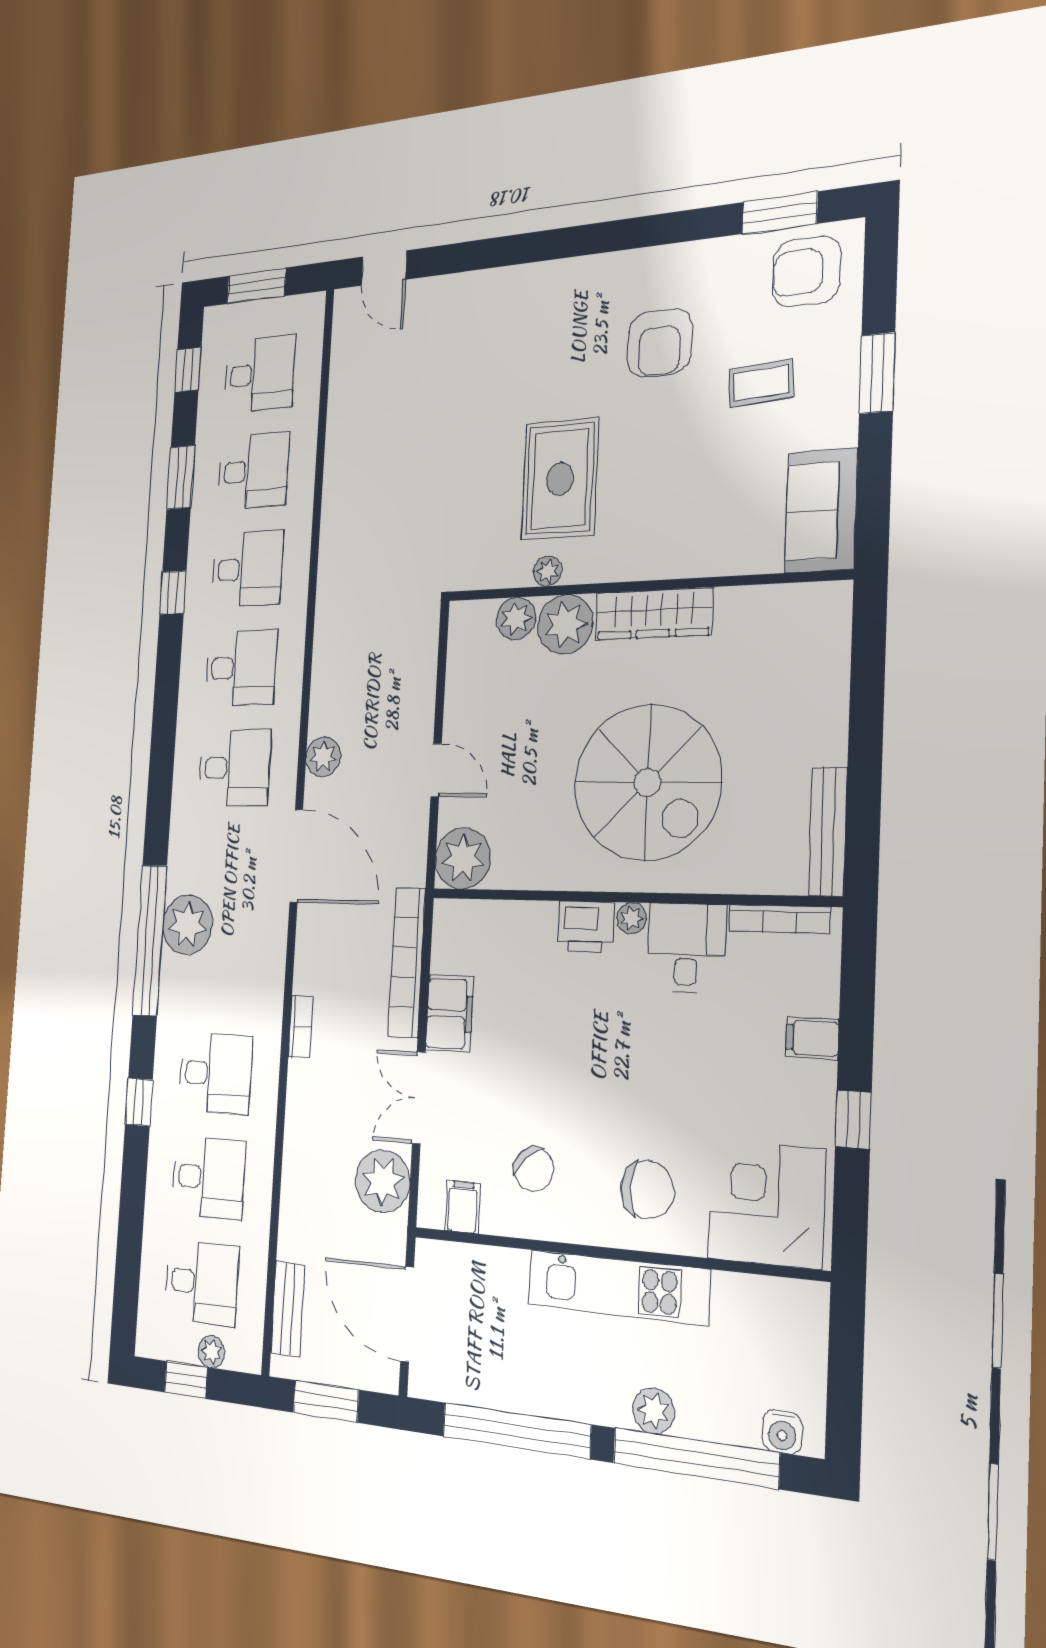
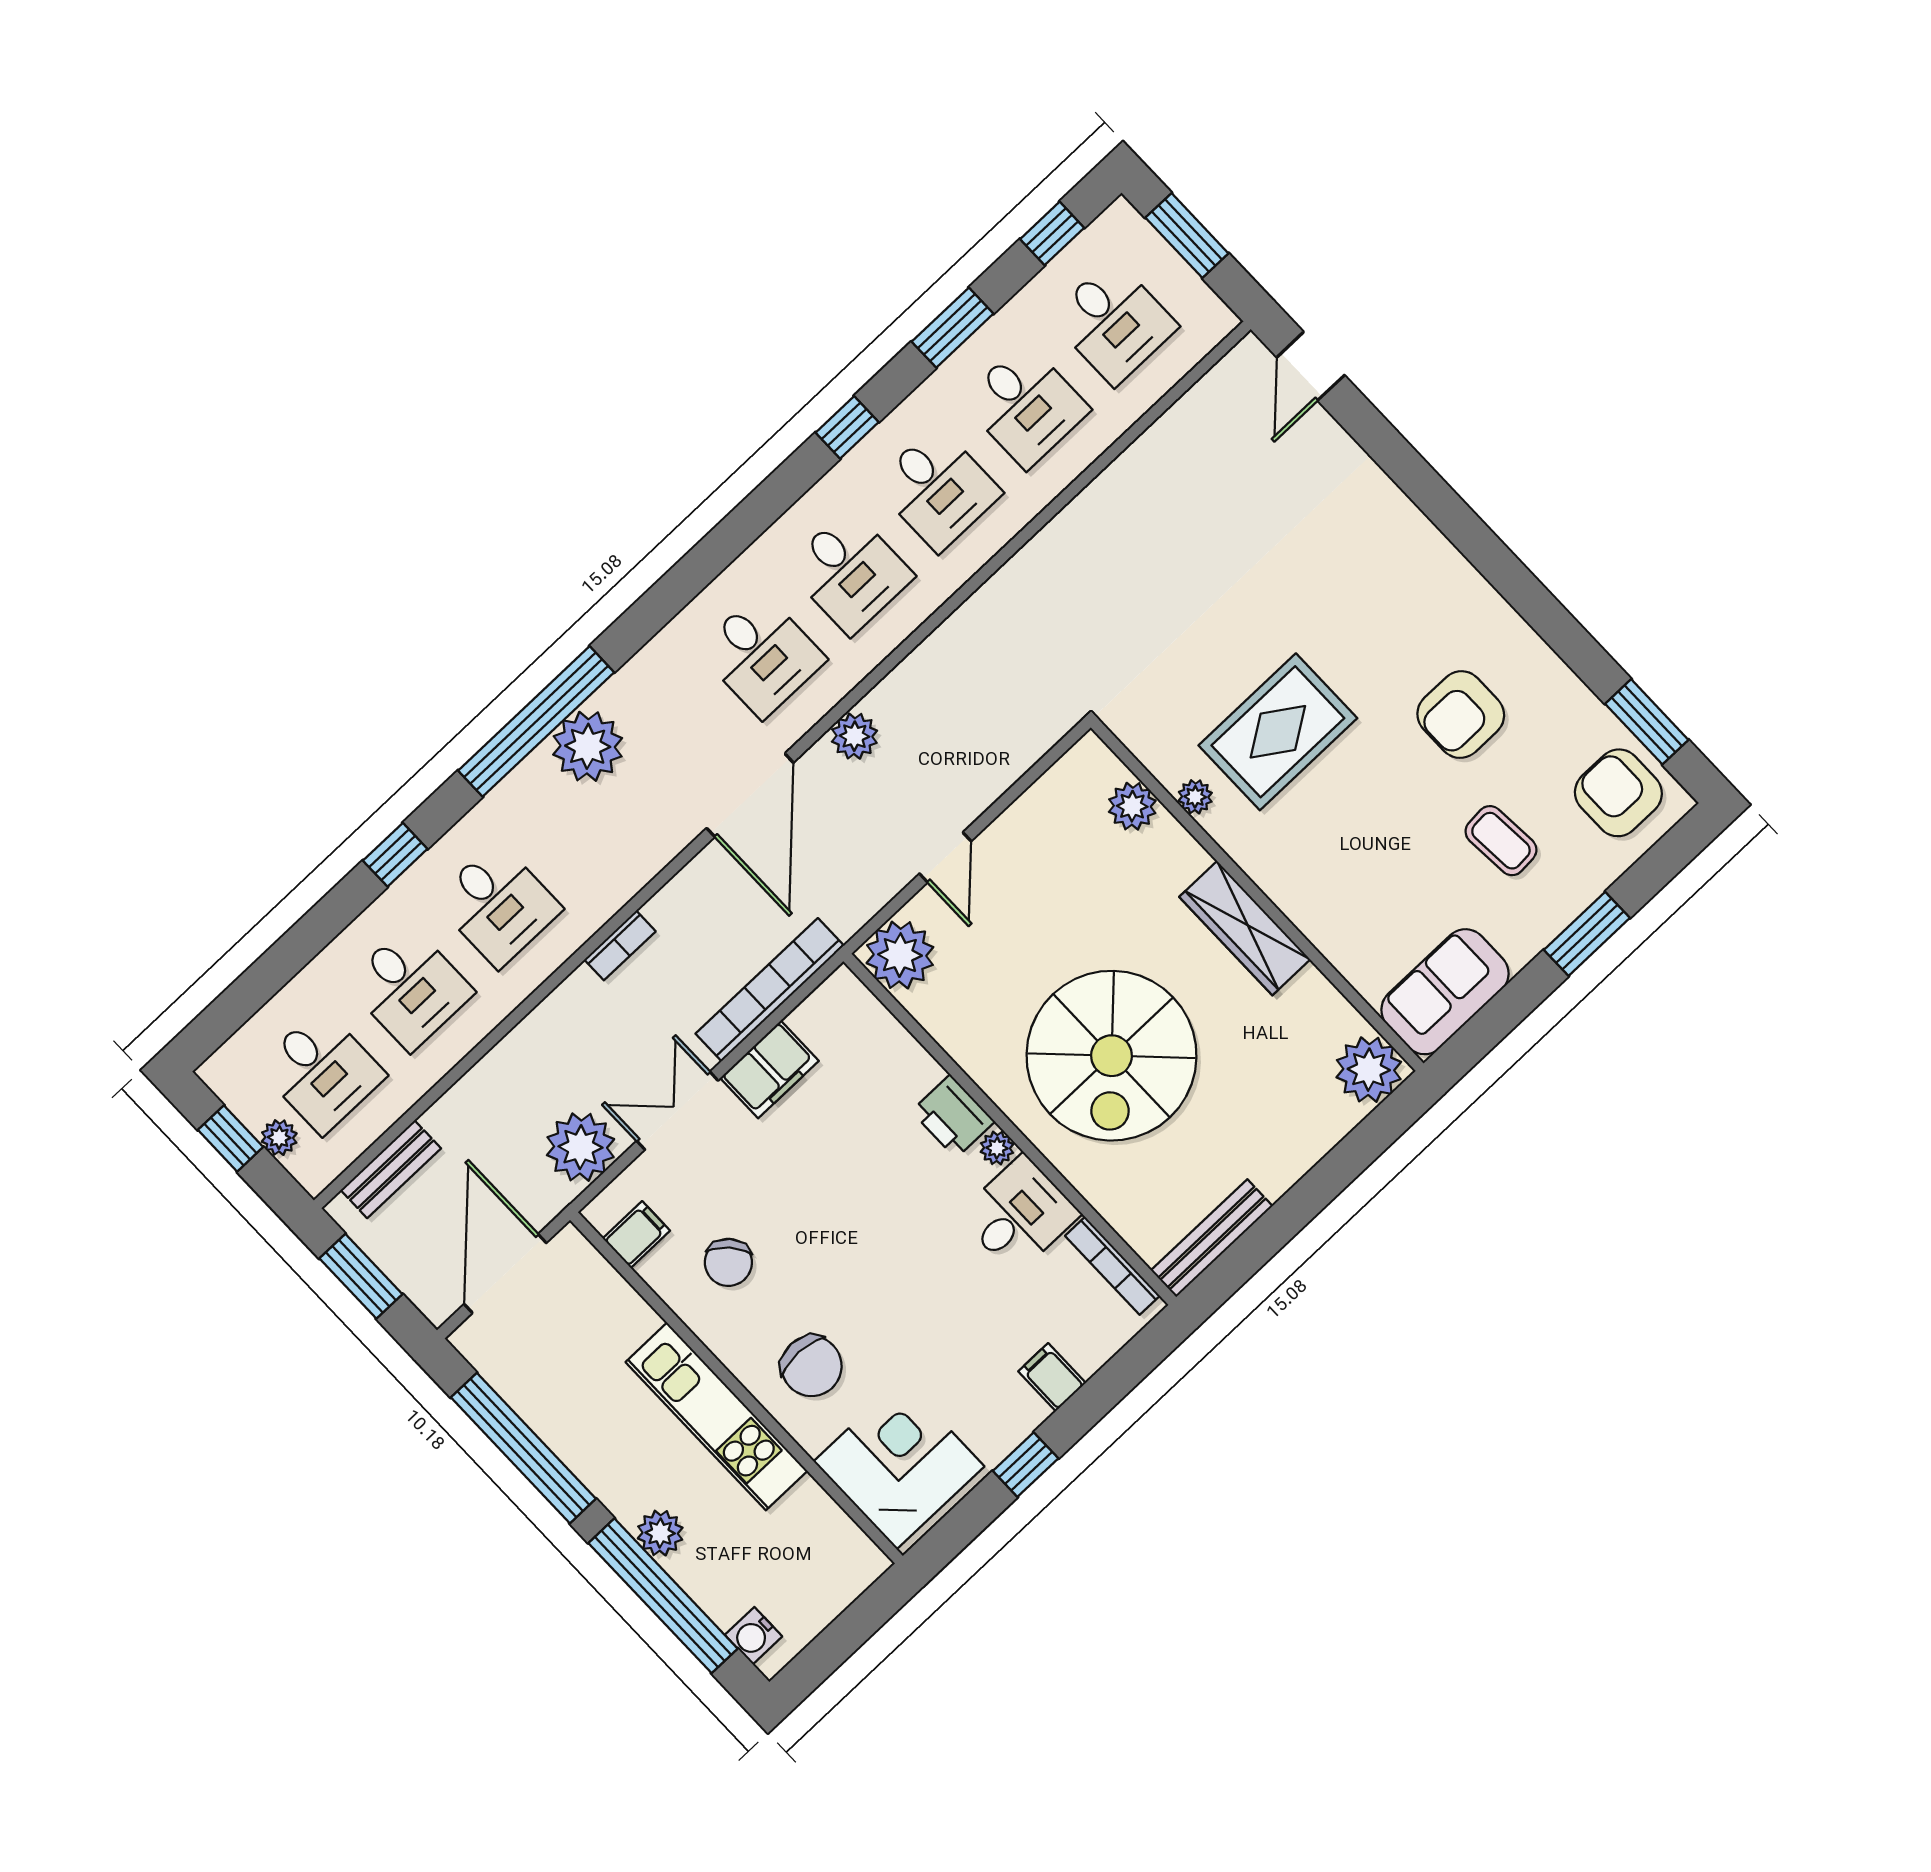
plant: (565, 624) -> (1369, 1070), moved

